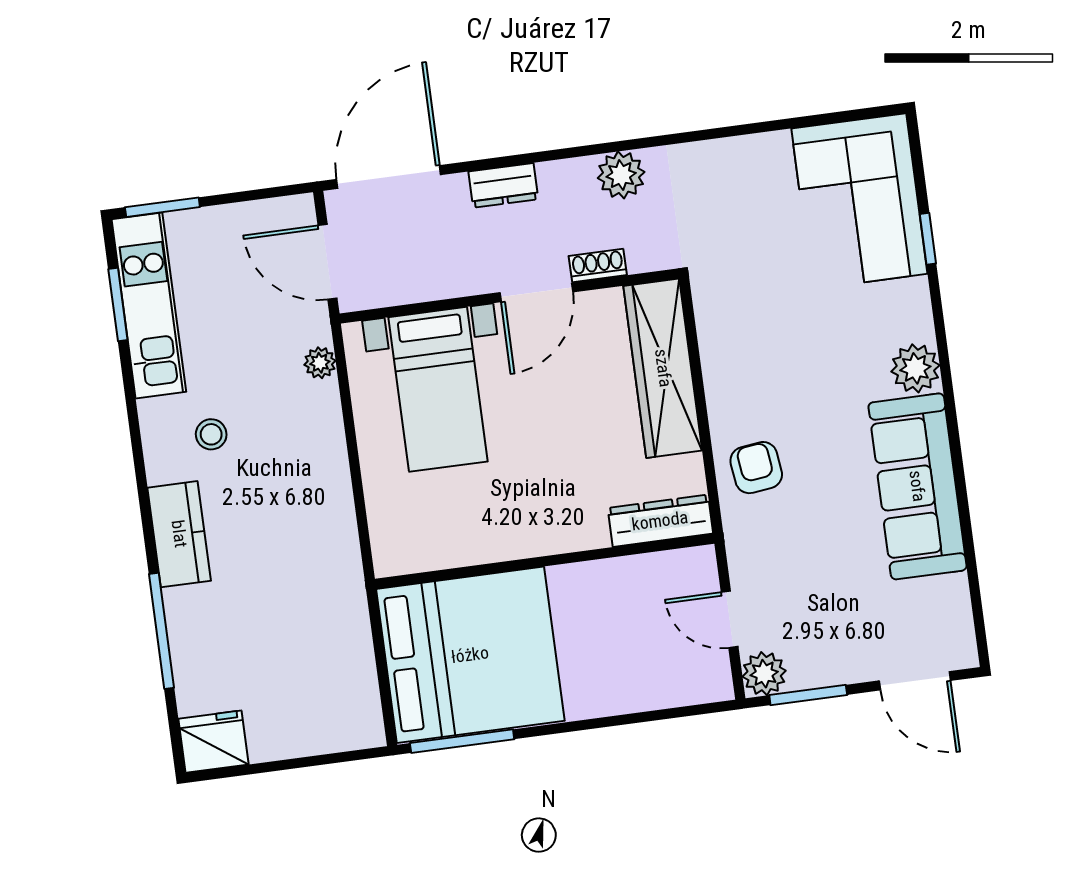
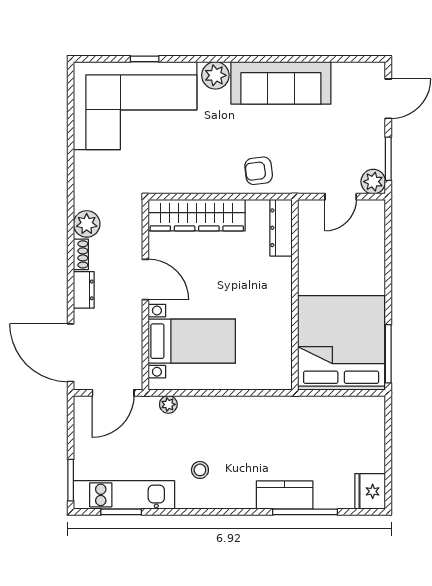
corner sofa: (859, 201) -> (135, 106), width x1.36, depth x1.36
shoe rack: (598, 266) -> (81, 254), moved, turned 180
kitchen counter: (179, 534) -> (285, 495), moved

